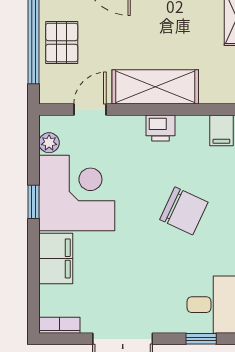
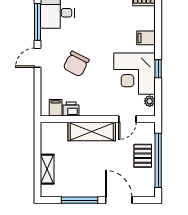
printer: (160, 128) -> (71, 109), moved
chair: (184, 211) -> (76, 64), turned -88
filing cabinet: (56, 258) -> (146, 38), width x0.50

